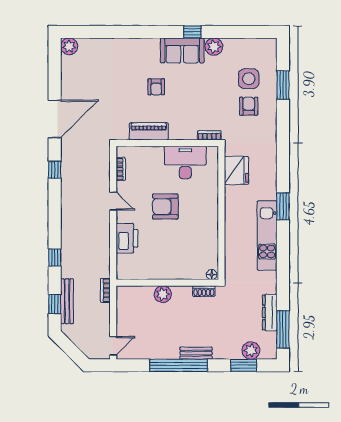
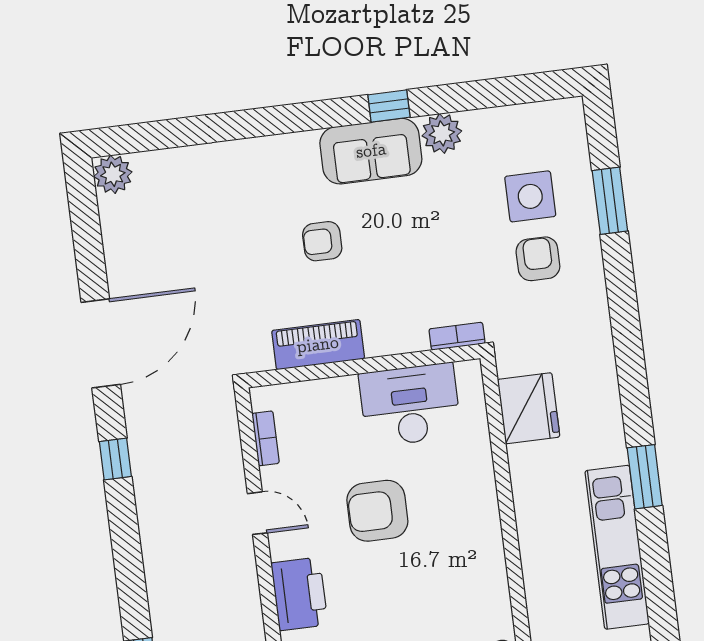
armchair: (156, 87) -> (322, 241), turned 90

